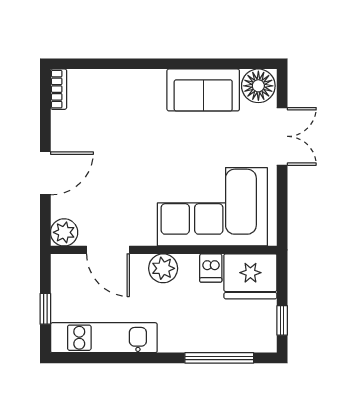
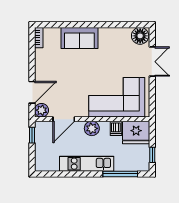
sofa: (203, 90) -> (79, 38), moved
door: (45, 173) -> (32, 92), moved
door: (108, 250) -> (64, 119), hinge flipped
window: (45, 309) -> (32, 135), moved
kitchen unit: (104, 338) -> (87, 164), moved

